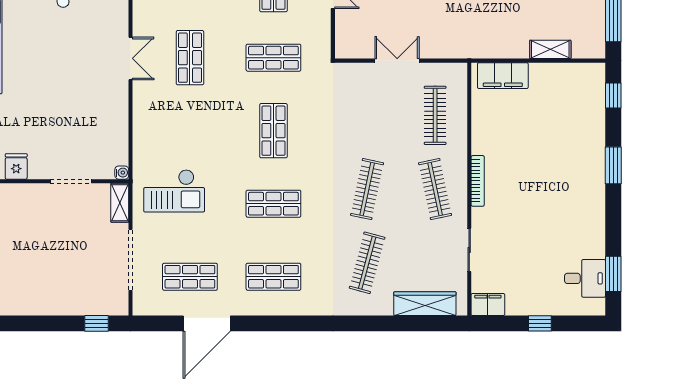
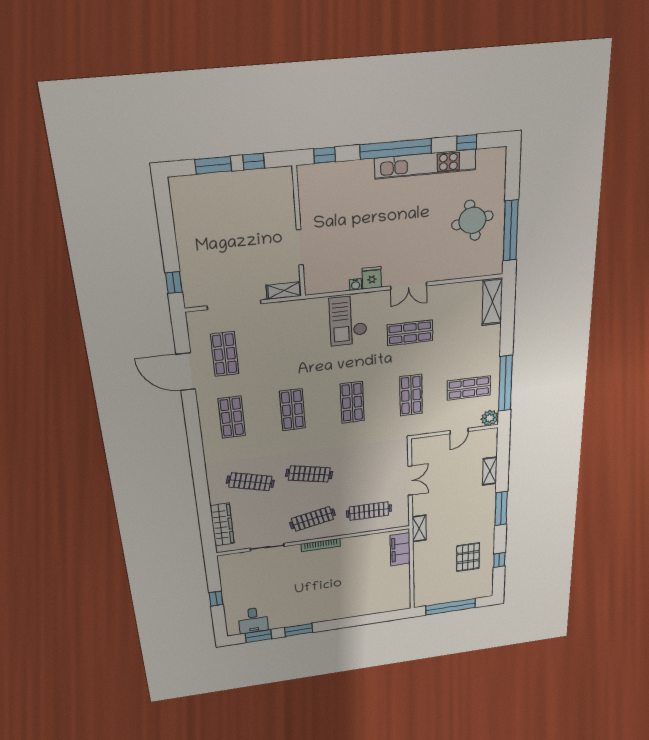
shelving: (550, 49) -> (419, 528), moved
window: (613, 96) -> (388, 616), removed
shop shelf: (273, 131) -> (352, 402), turned 90
window: (613, 165) -> (299, 630), moved
fridge: (16, 166) -> (372, 278), moved, turned -90
water cooler: (122, 173) -> (356, 285), moved
checkout: (174, 191) -> (348, 321), moved
filing cabinet: (488, 304) -> (226, 565), removed

